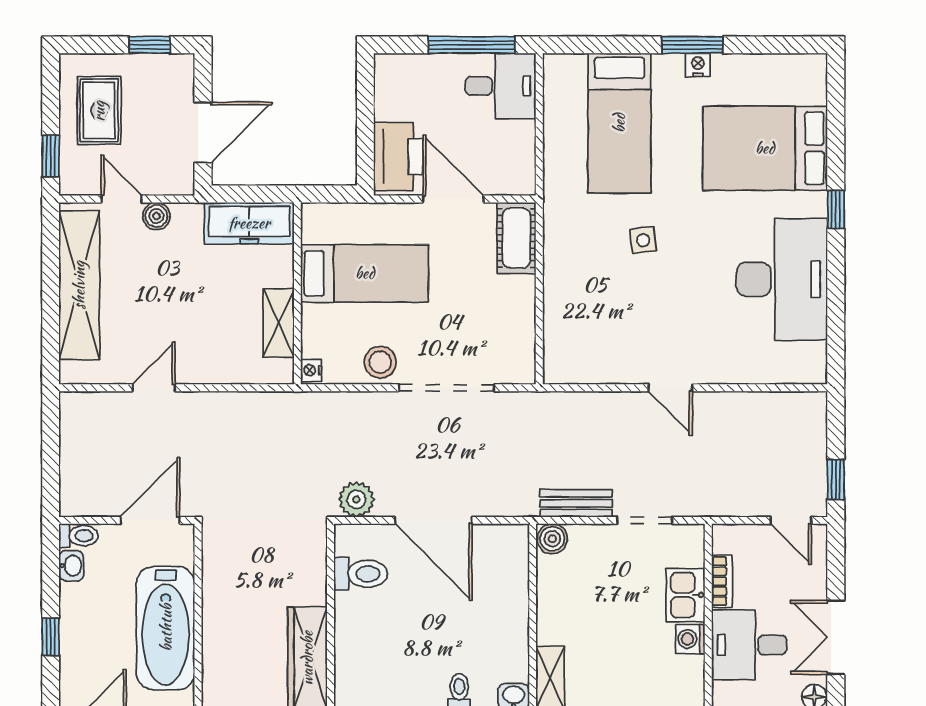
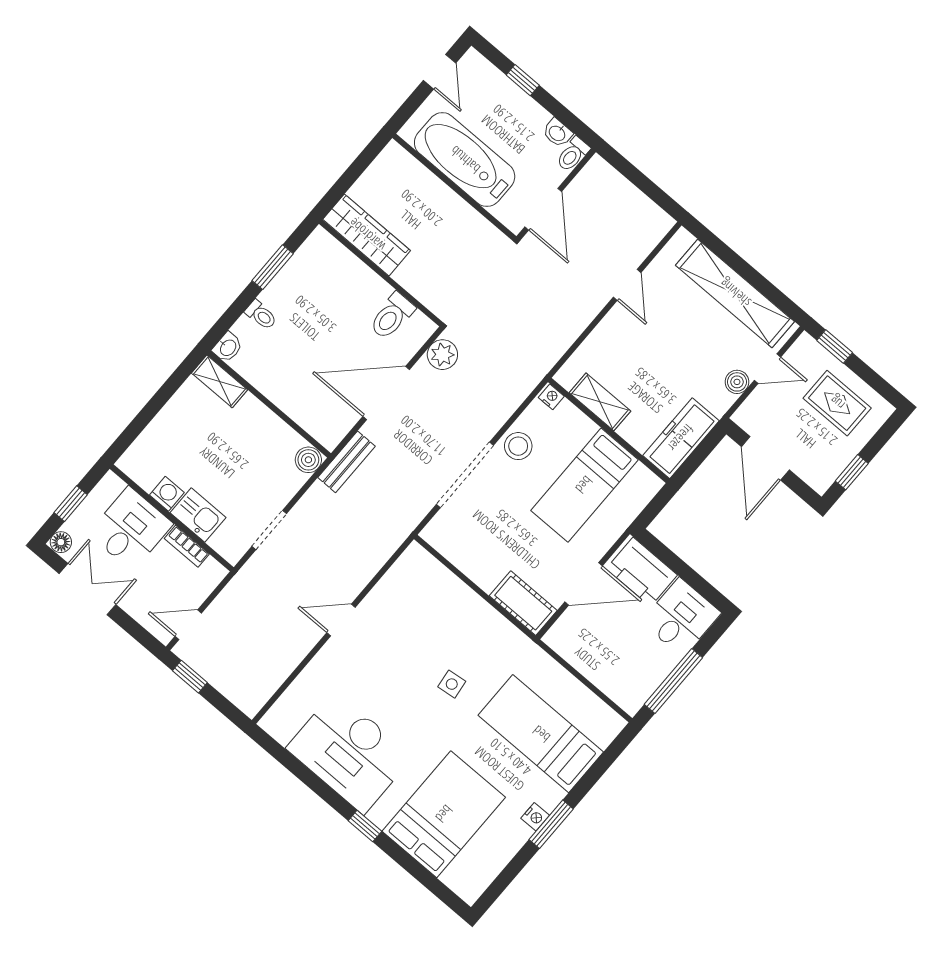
desk: (501, 86) -> (681, 617), moved, turned 180
bench: (576, 503) -> (347, 462), moved

